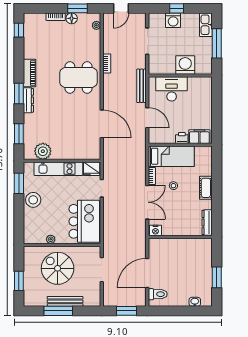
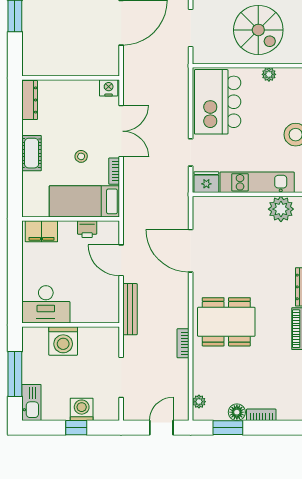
desk: (172, 89) -> (46, 304), moved
printer: (182, 138) -> (87, 229), moved
double door: (147, 202) -> (121, 131), swing flipped

